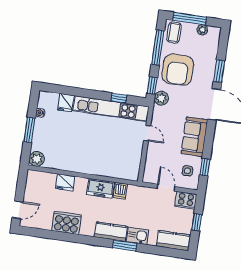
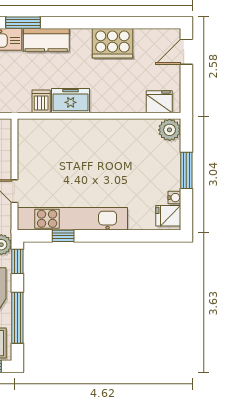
fridge: (66, 103) -> (168, 216), moved, turned -90
fridge: (65, 182) -> (159, 102), moved

